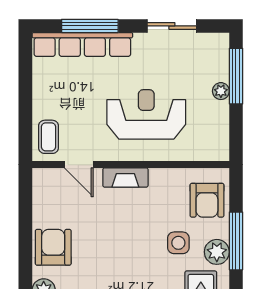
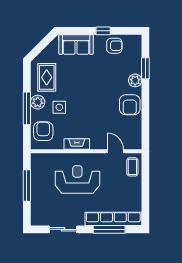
window: (236, 76) -> (27, 185), moved
plant: (221, 91) -> (35, 193), removed
reception desk: (146, 114) -> (77, 179), turned 180
fireplace: (125, 177) -> (77, 144), moved

